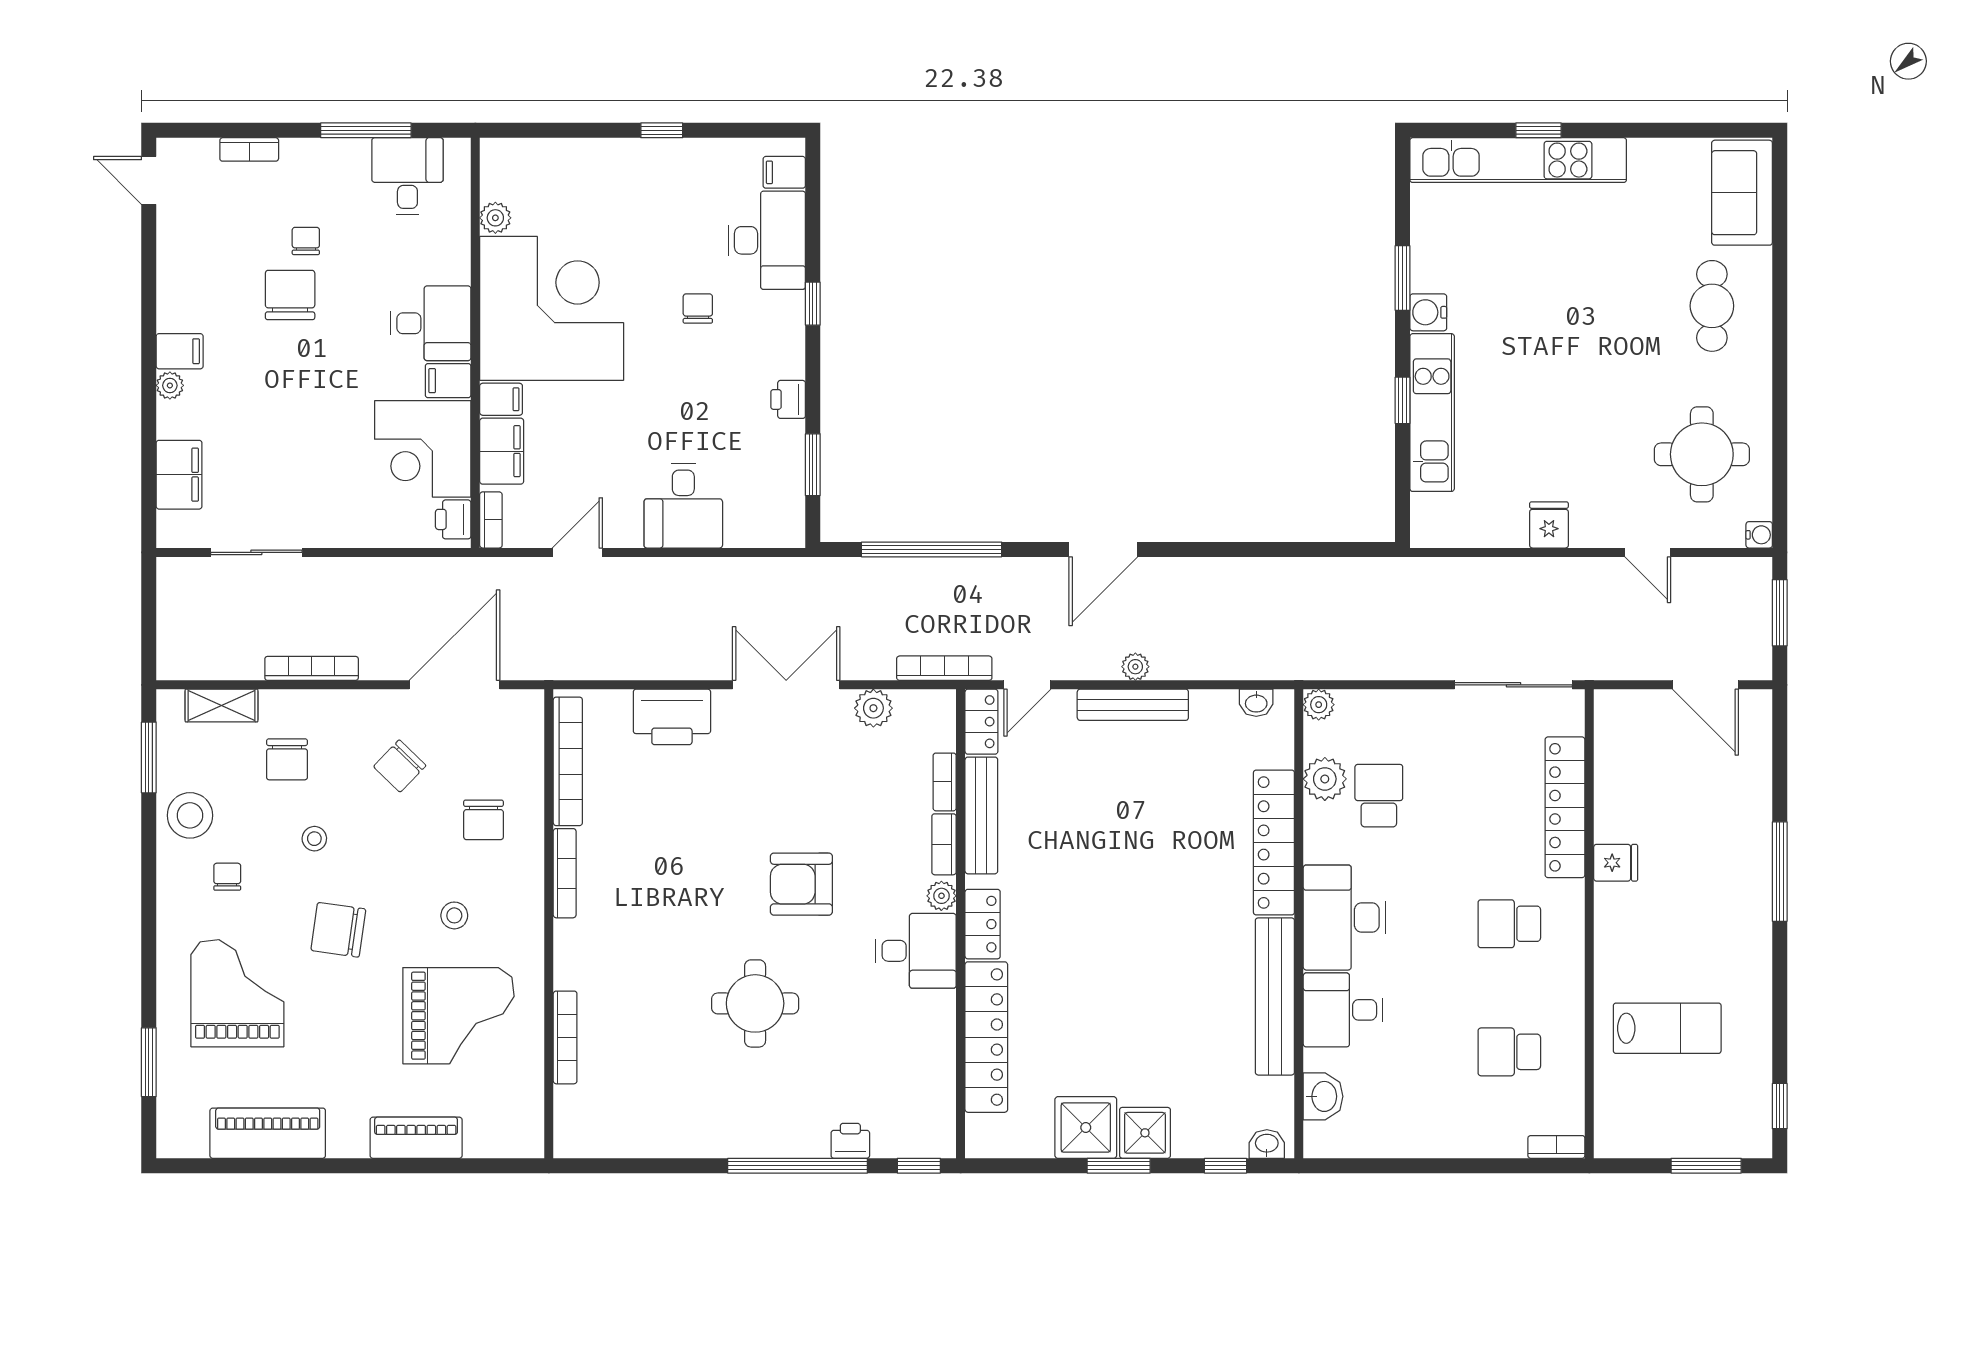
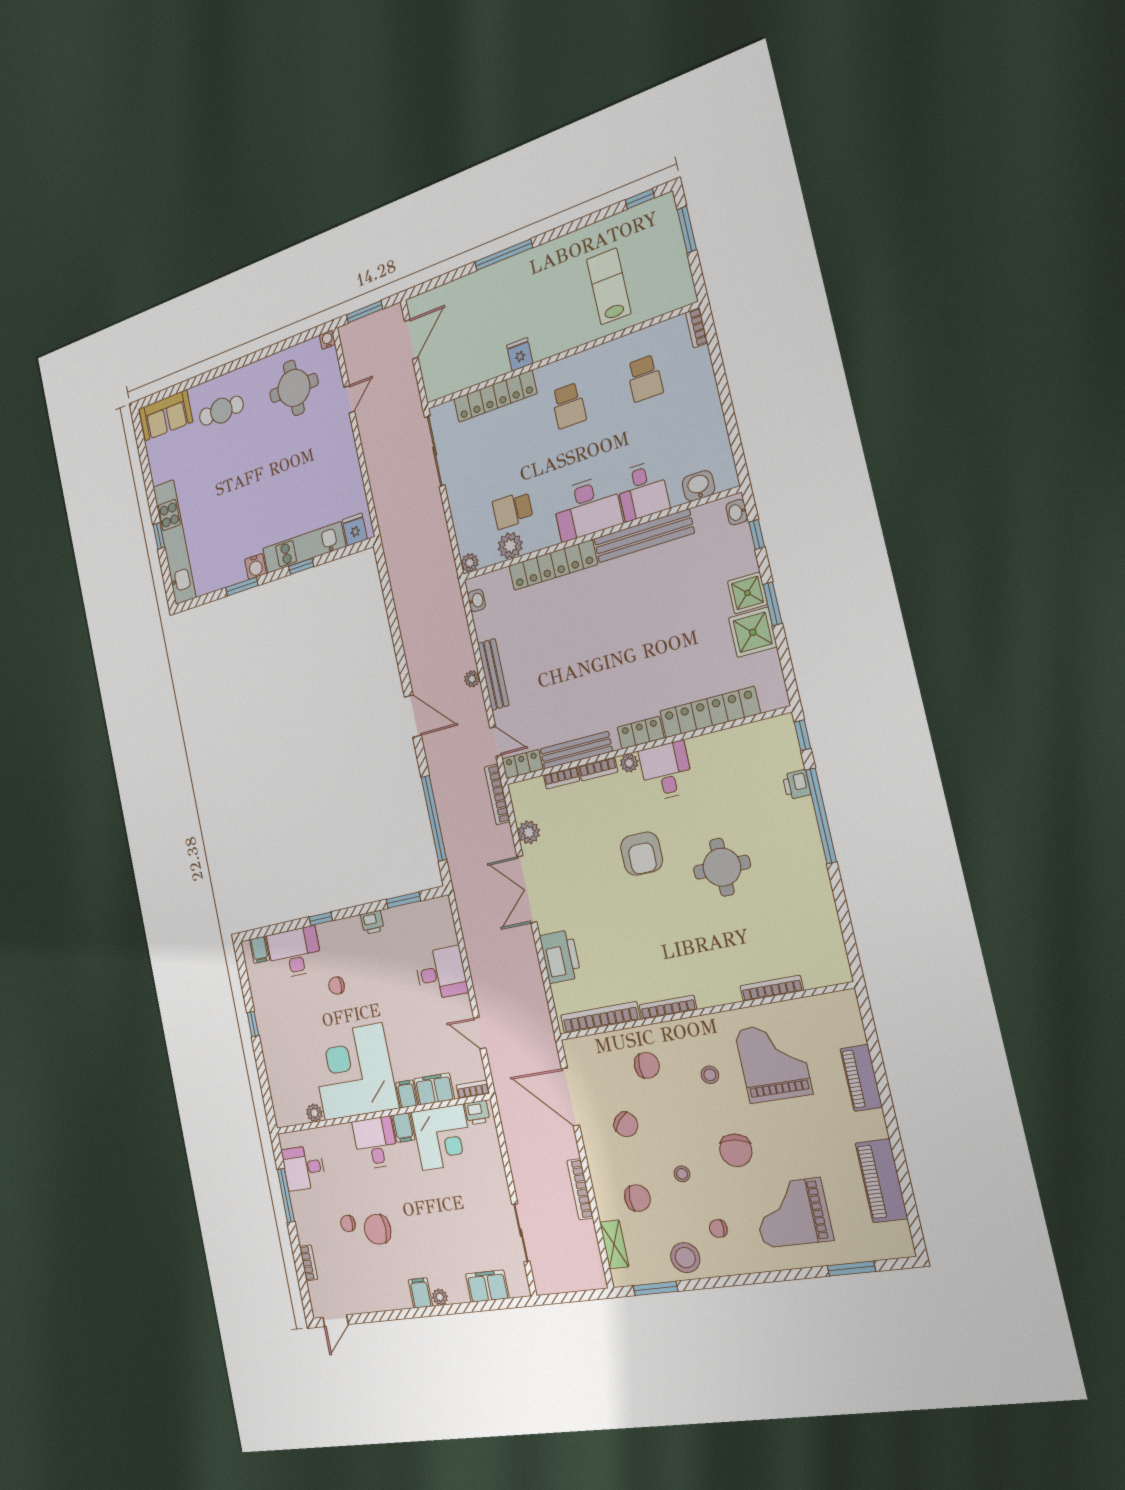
fridge: (1549, 525) -> (355, 530), moved, turned 90

